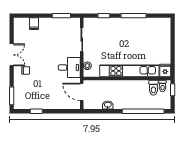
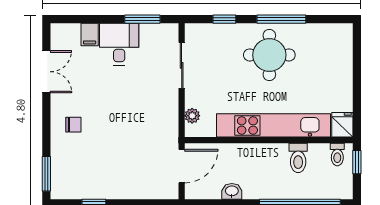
round table: (127, 34) -> (269, 55), added
double door: (12, 55) -> (46, 72), moved
desk: (69, 68) -> (119, 44), moved, turned -90
toilet: (153, 88) -> (298, 158), moved
door: (82, 92) -> (182, 166), swing flipped

